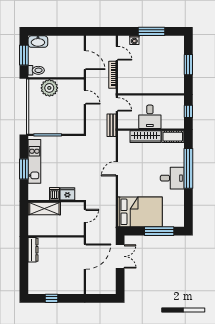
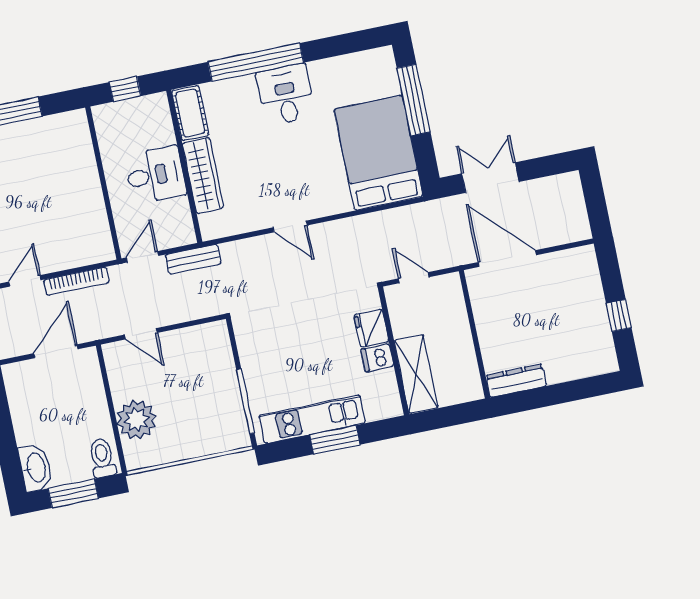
door: (85, 97) -> (141, 334), swing flipped

